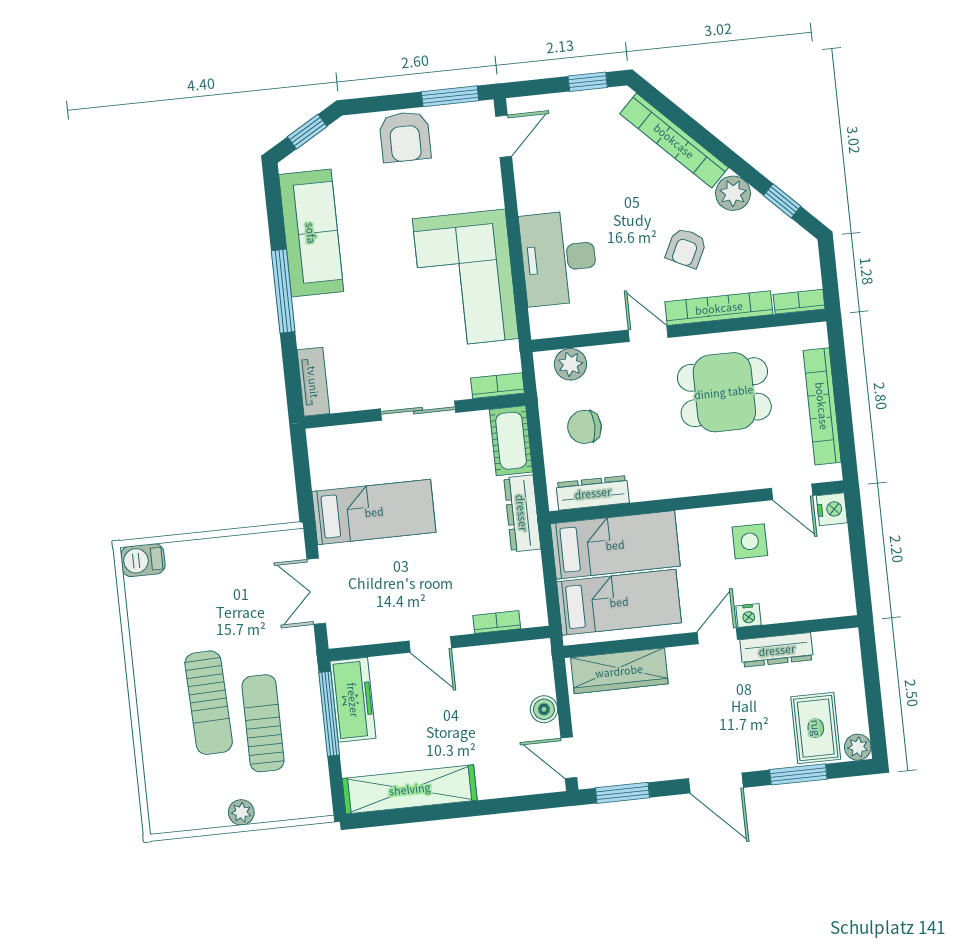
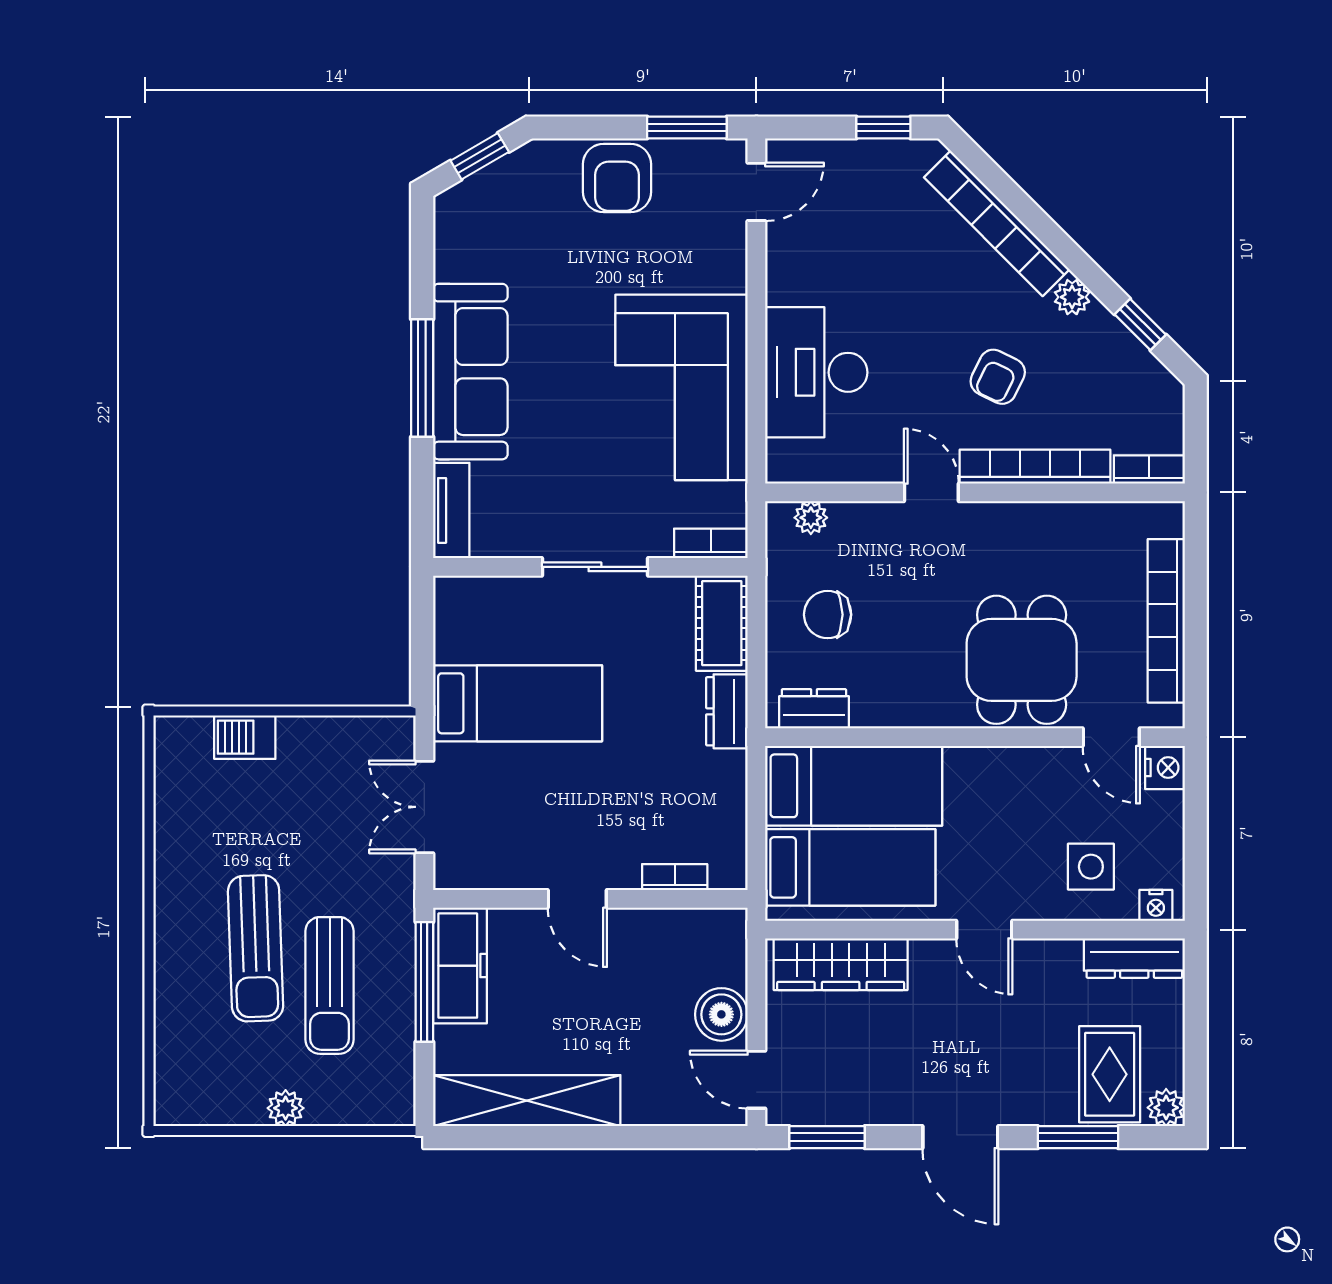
plant: (733, 193) -> (1072, 297), width x0.73, depth x0.73
sofa: (311, 233) -> (470, 372), moved
plant: (570, 364) -> (811, 518), width x0.73, depth x0.73
dining table: (724, 392) -> (1022, 660), moved, turned 90
dresser: (593, 493) -> (814, 709), width x0.70
dresser: (522, 513) -> (727, 711), width x0.70
side table: (750, 541) -> (1091, 867), moved
barbecue: (143, 560) -> (245, 737), moved
nightstand: (749, 615) -> (1156, 905), moved
door: (717, 636) -> (984, 930), swing flipped
dresser: (777, 650) -> (1134, 958), moved
boiler: (544, 709) -> (721, 1014), width x1.36, depth x1.36
sun lounger: (263, 723) -> (330, 985), turned 180

